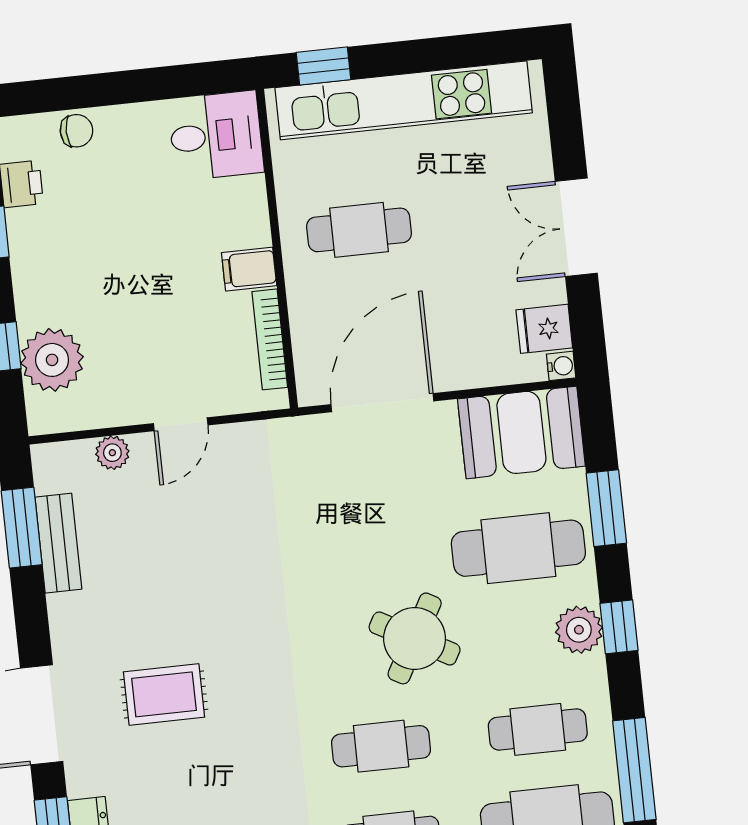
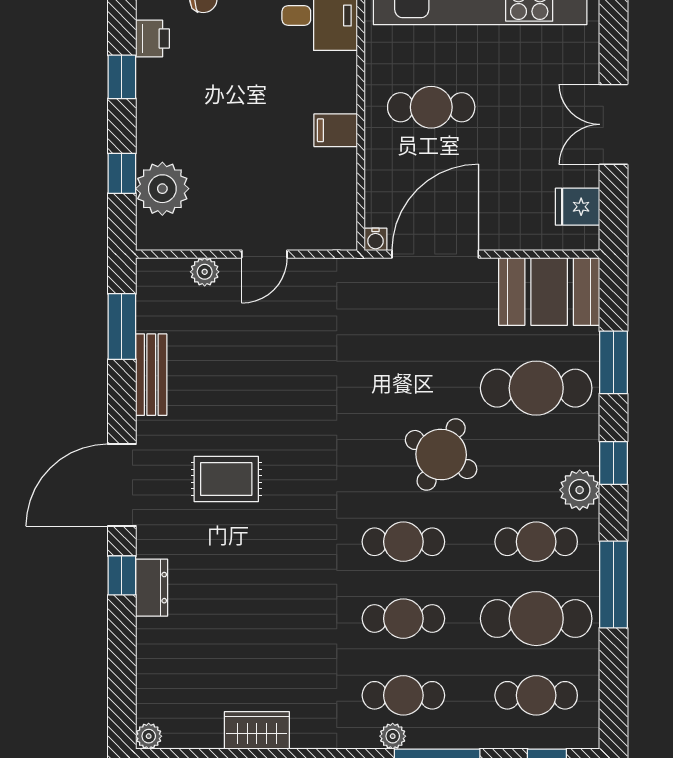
bookcase: (270, 339) -> (347, 191), removed
water cooler: (561, 366) -> (375, 239), moved, turned 90
bench: (58, 543) -> (151, 375), moved
plant: (579, 630) -> (580, 490), moved

